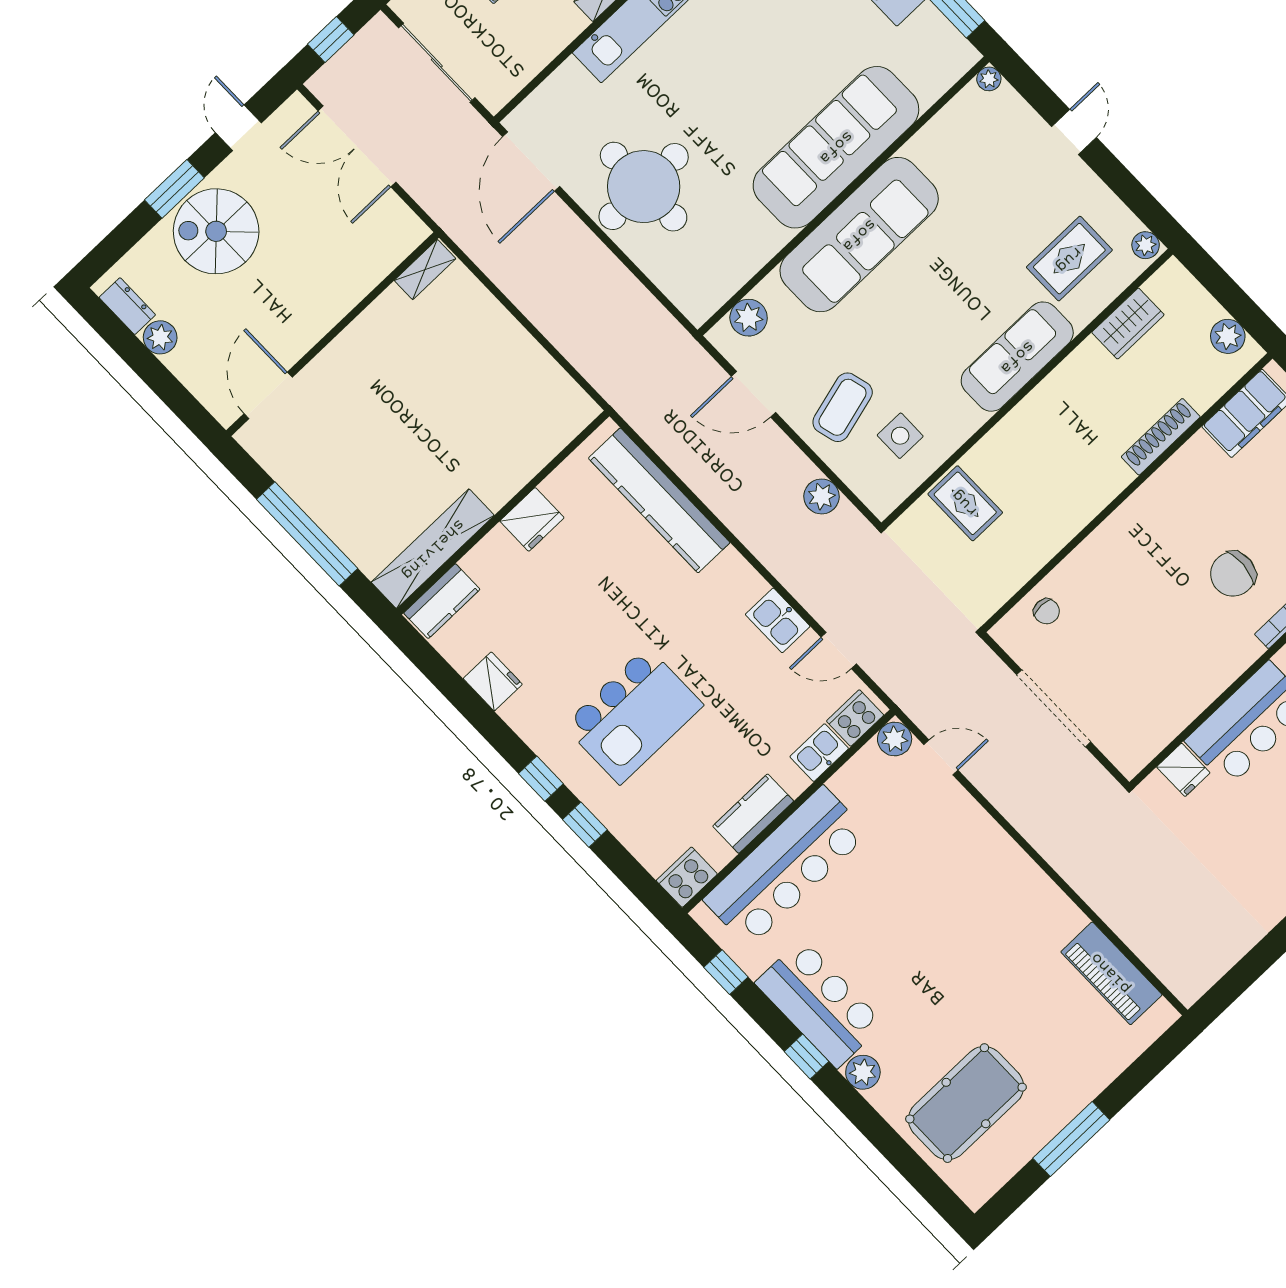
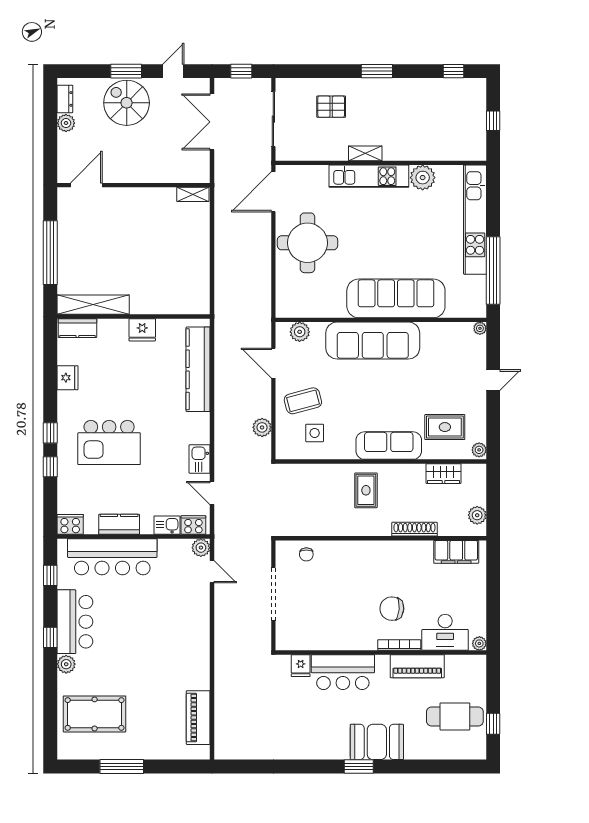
rug: (965, 503) -> (366, 490), moved

